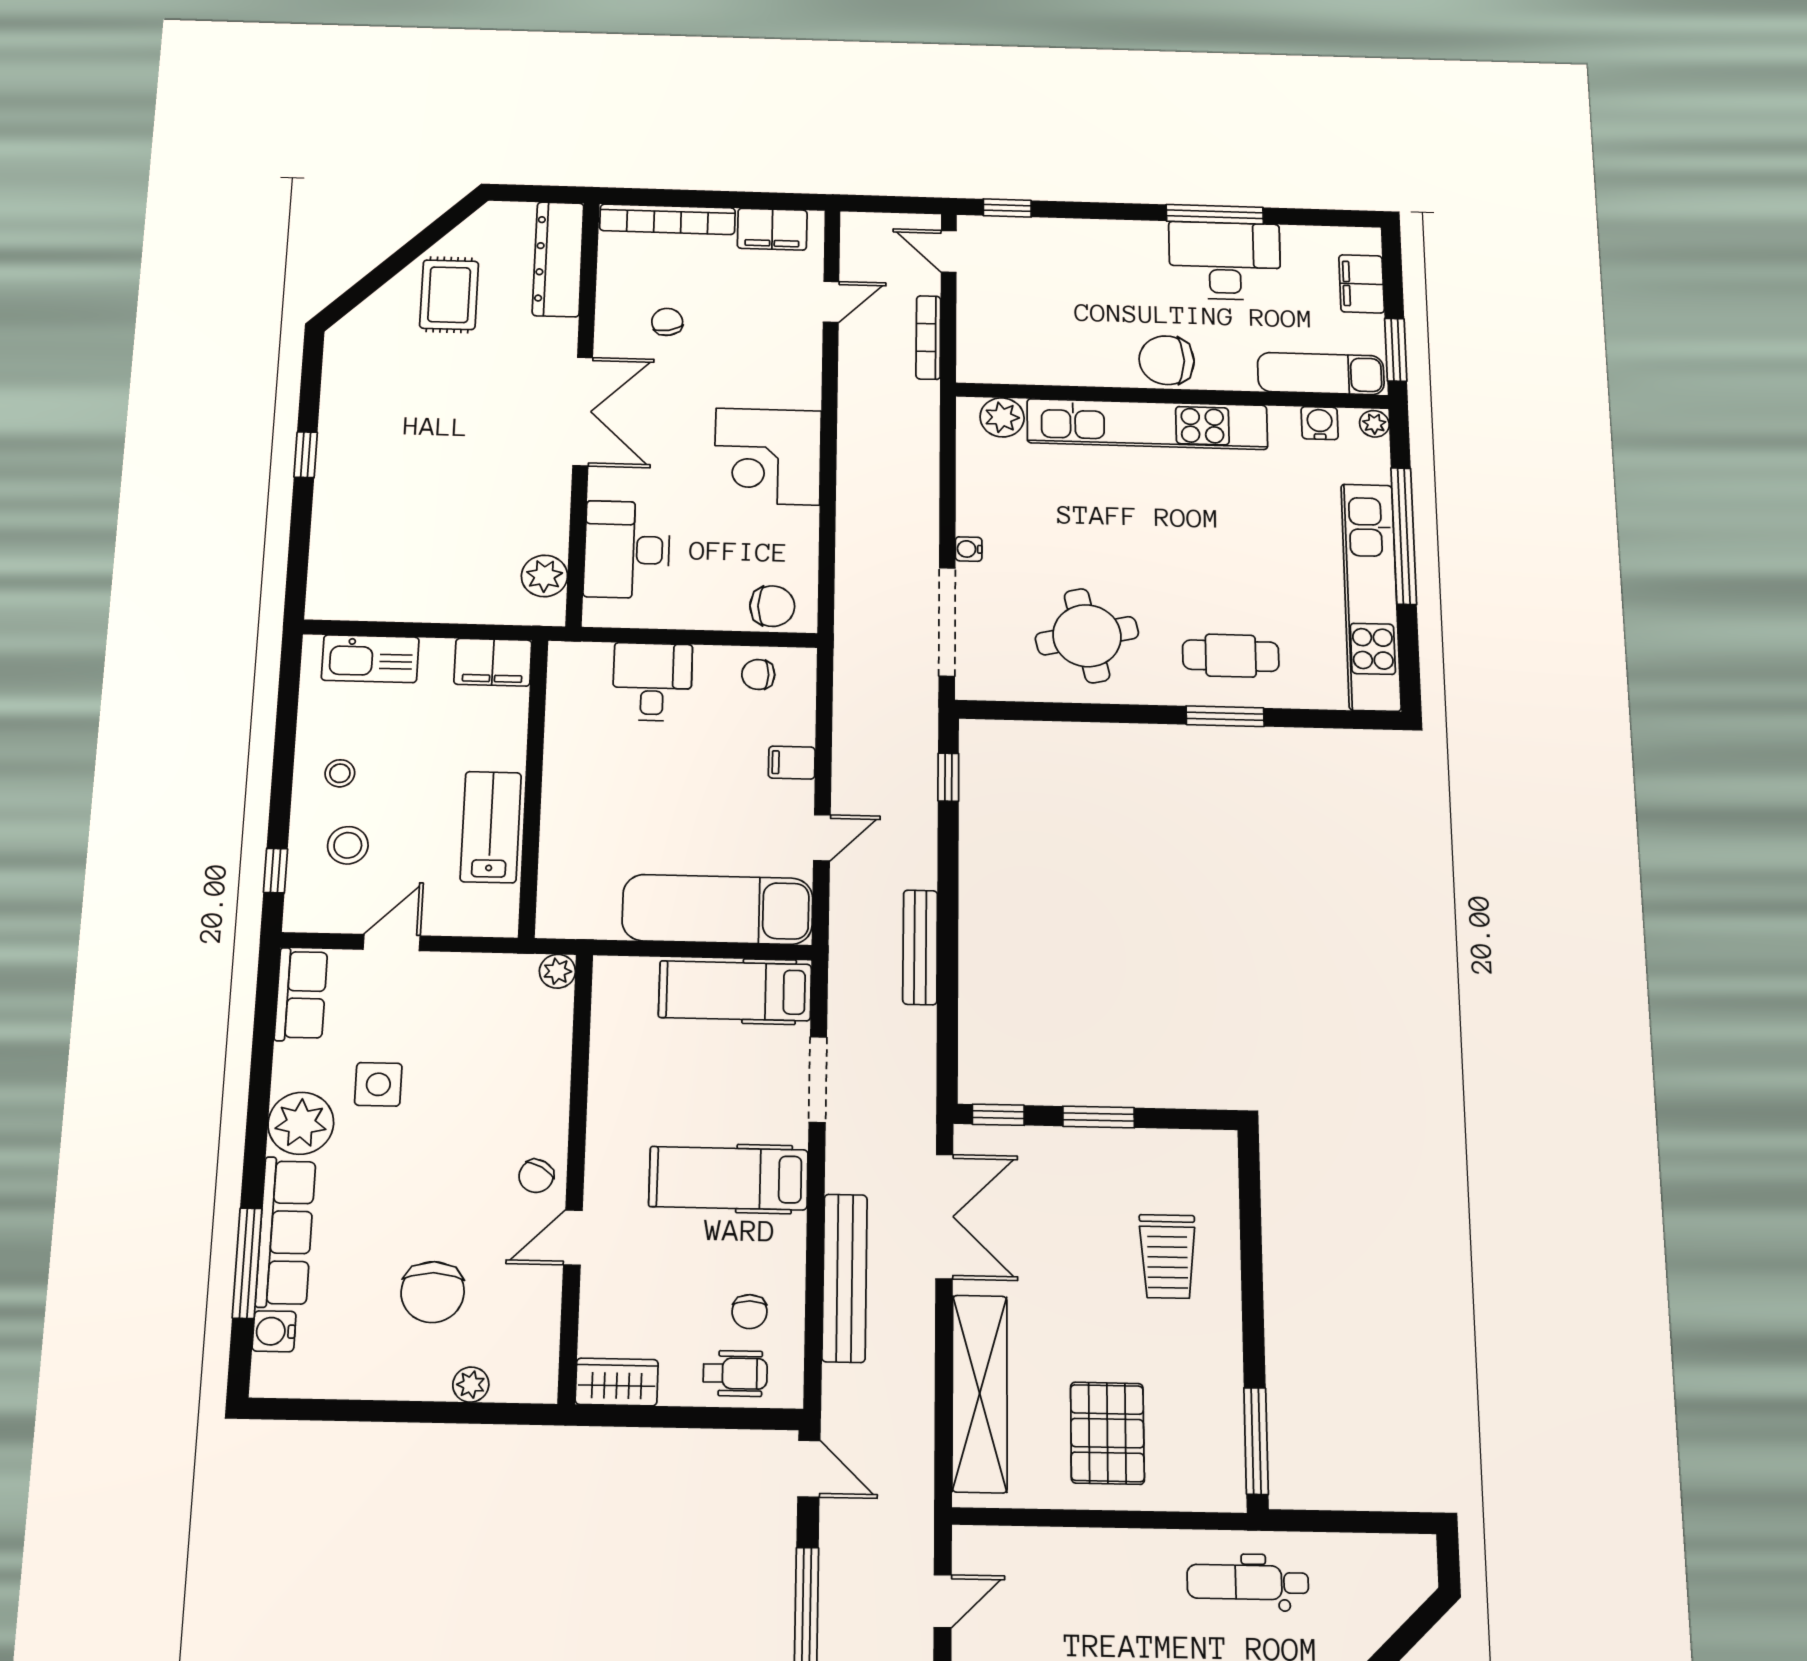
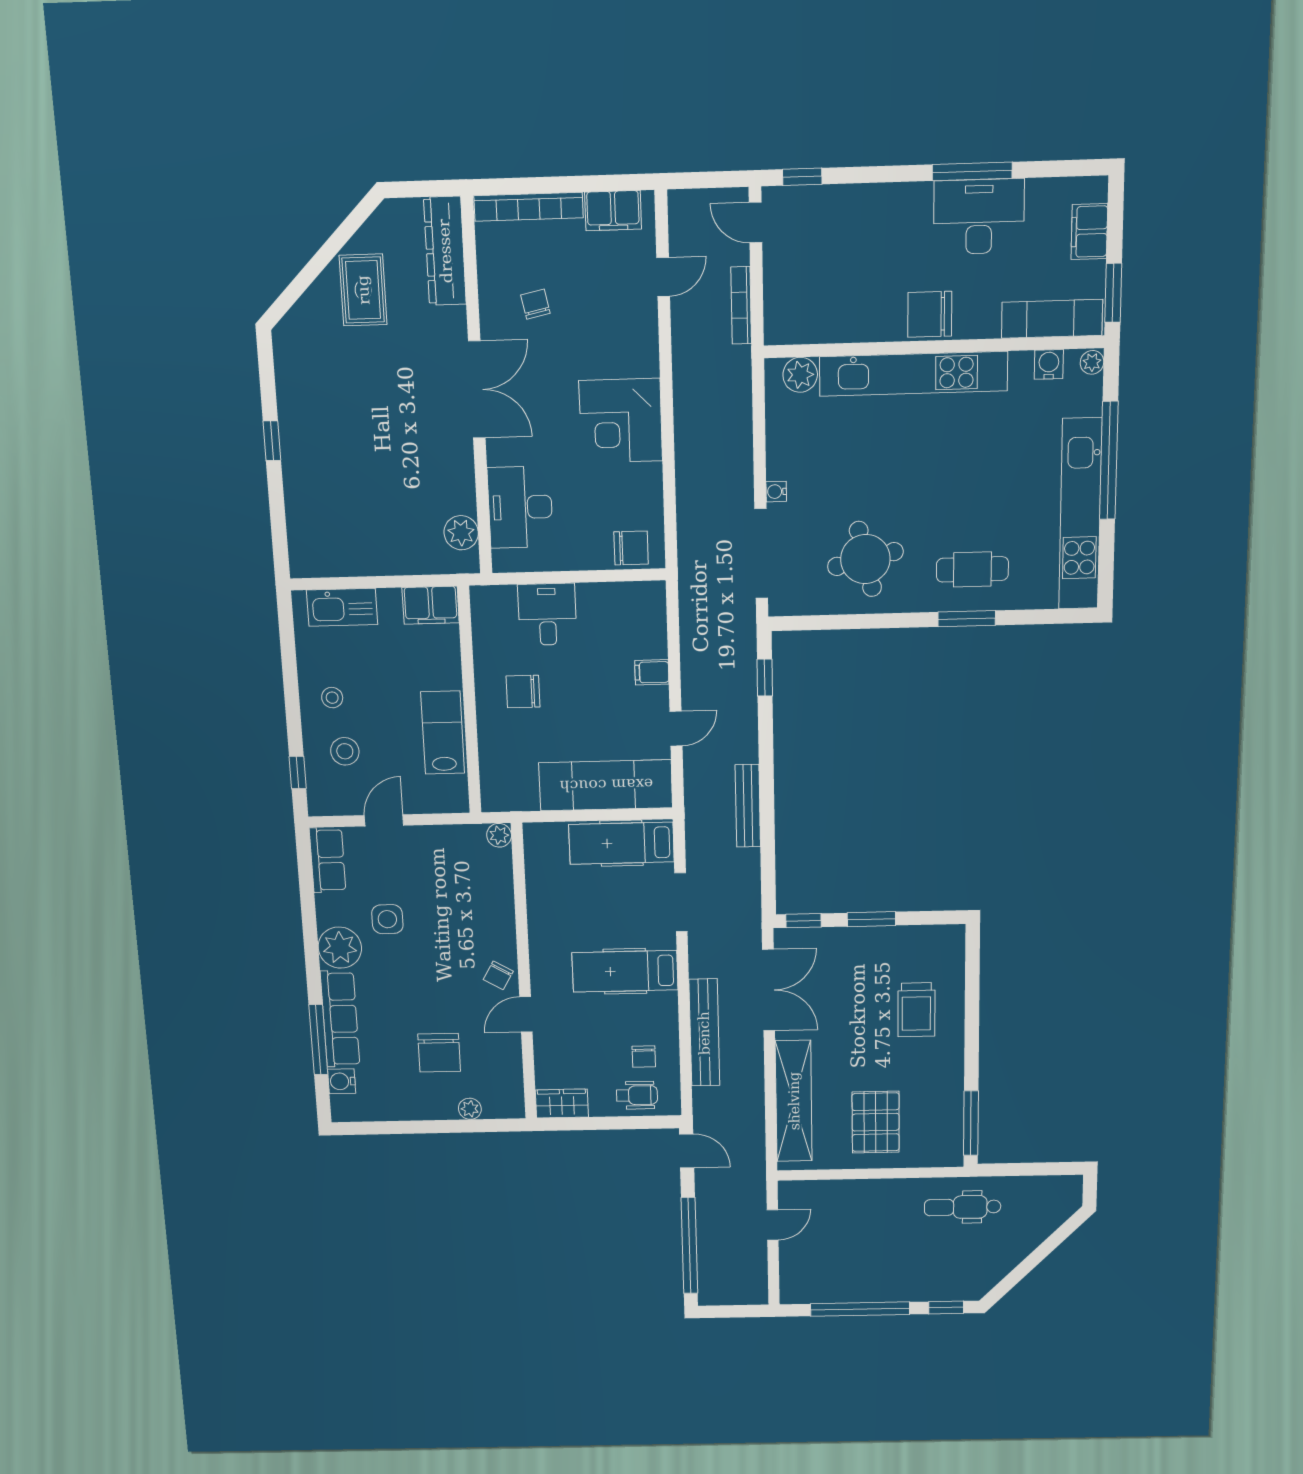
chair: (758, 675) -> (523, 692), moved, width x1.37, depth x1.37

